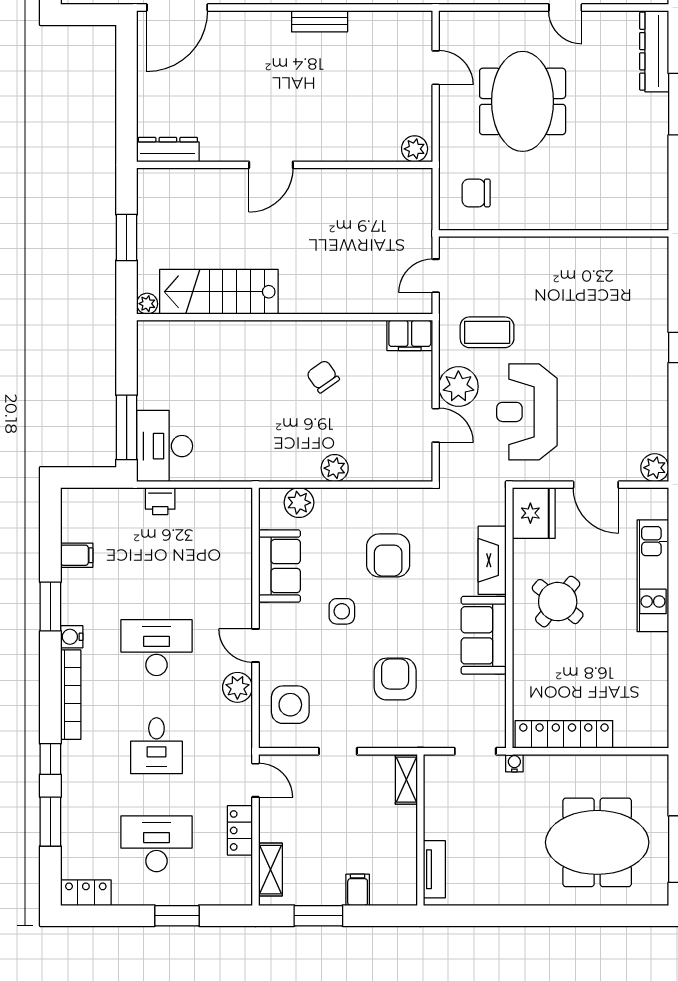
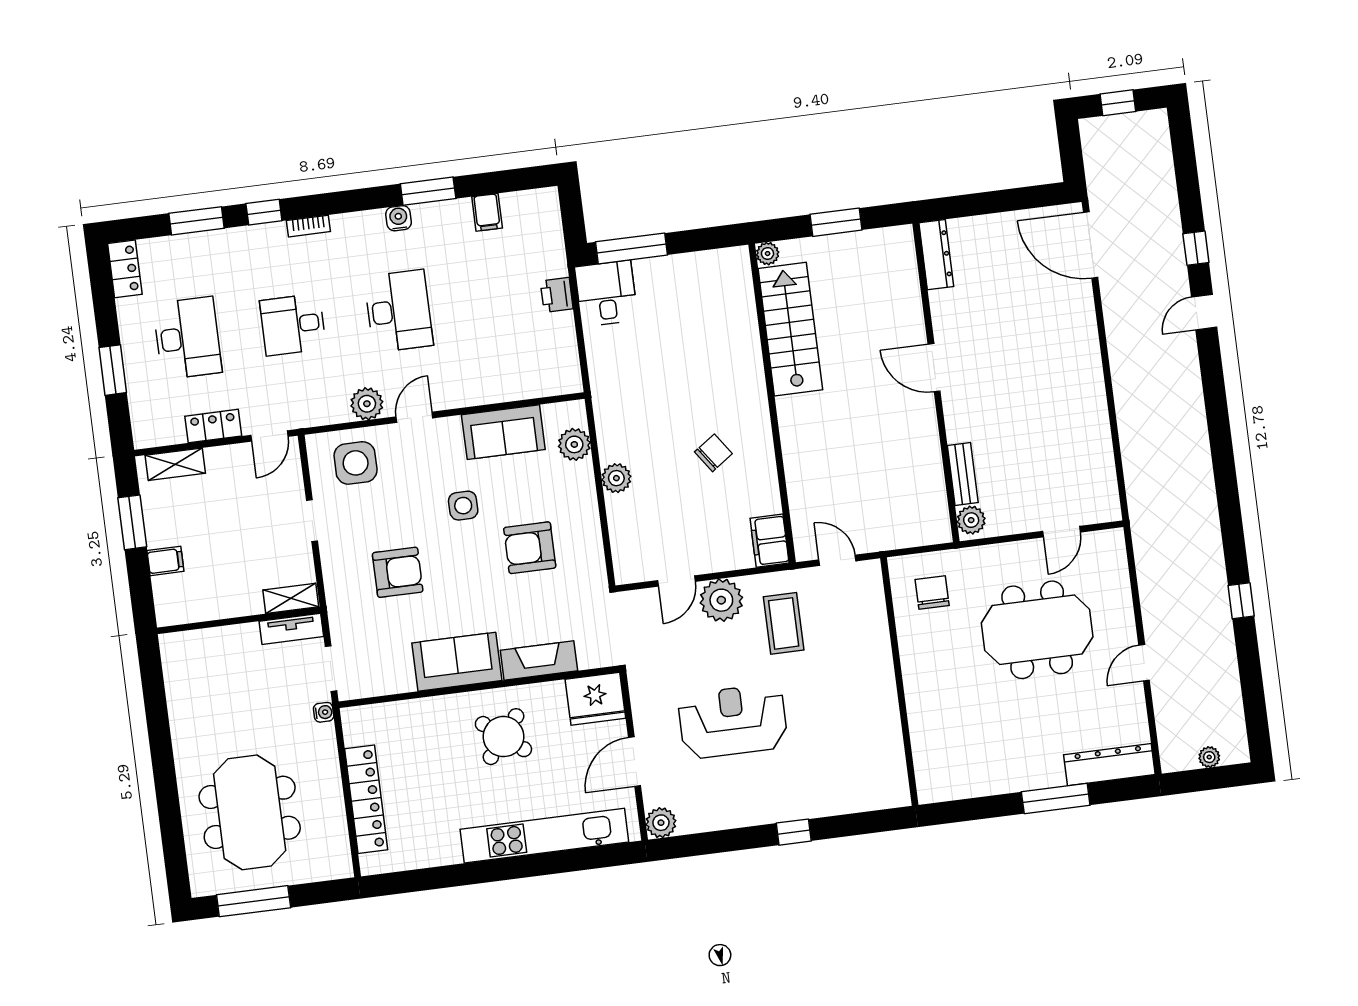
bench: (320, 21) -> (963, 474), moved
reception desk: (527, 412) -> (733, 721), moved
desk: (165, 446) -> (606, 293), width x0.73
kitchen unit: (653, 576) -> (544, 836), width x1.36
bookcase: (71, 695) -> (308, 226), width x0.43, depth x0.76
locker: (564, 734) -> (366, 799), moved
tv unit: (434, 869) -> (291, 629), moved

